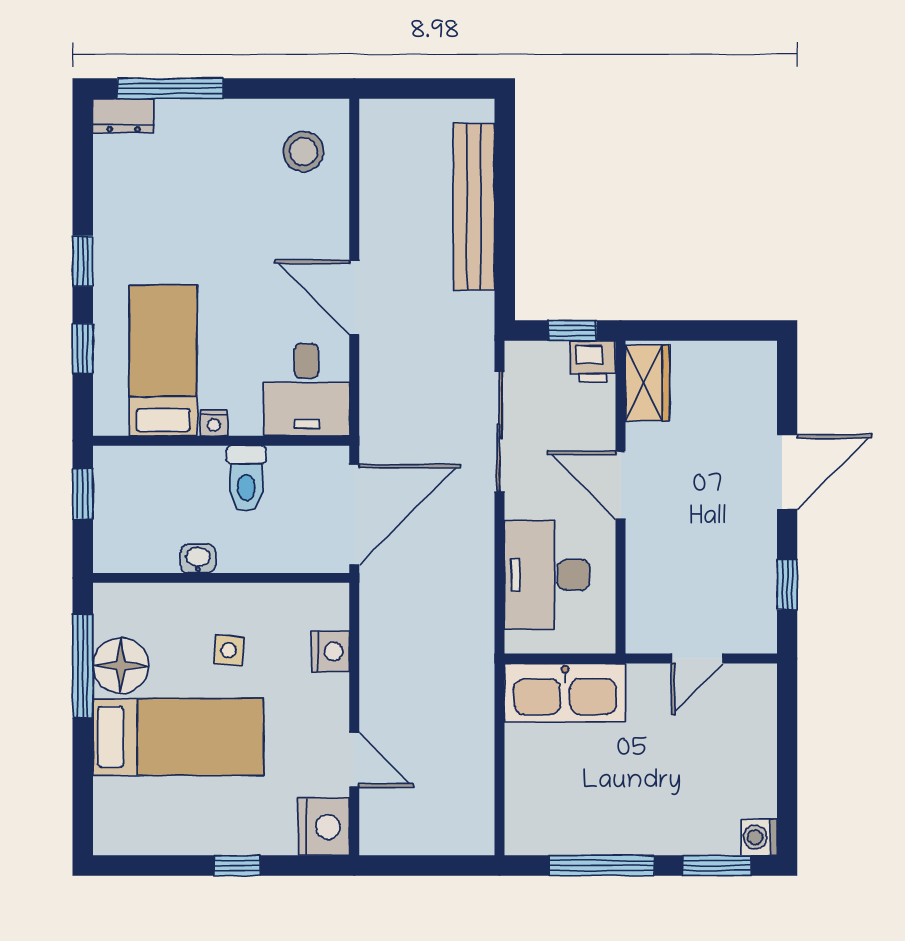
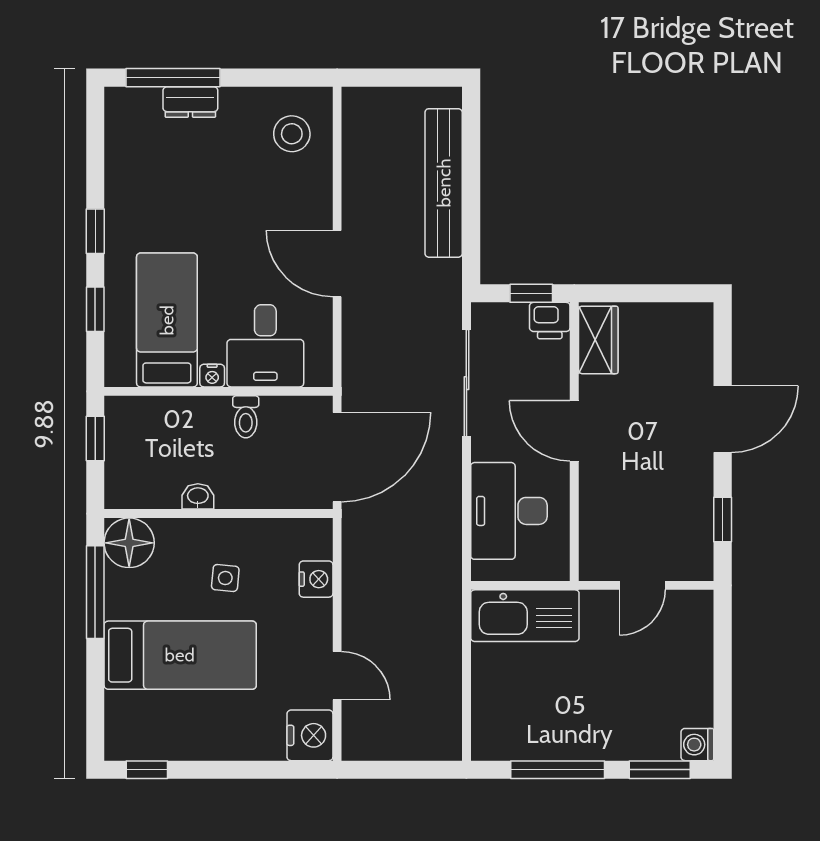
dresser: (123, 116) -> (190, 102), moved
desk: (307, 390) -> (265, 346), moved
toilet: (246, 478) -> (246, 417), width x0.73, depth x0.72
floor lamp: (121, 666) -> (129, 543), moved
window: (237, 866) -> (147, 770), moved

